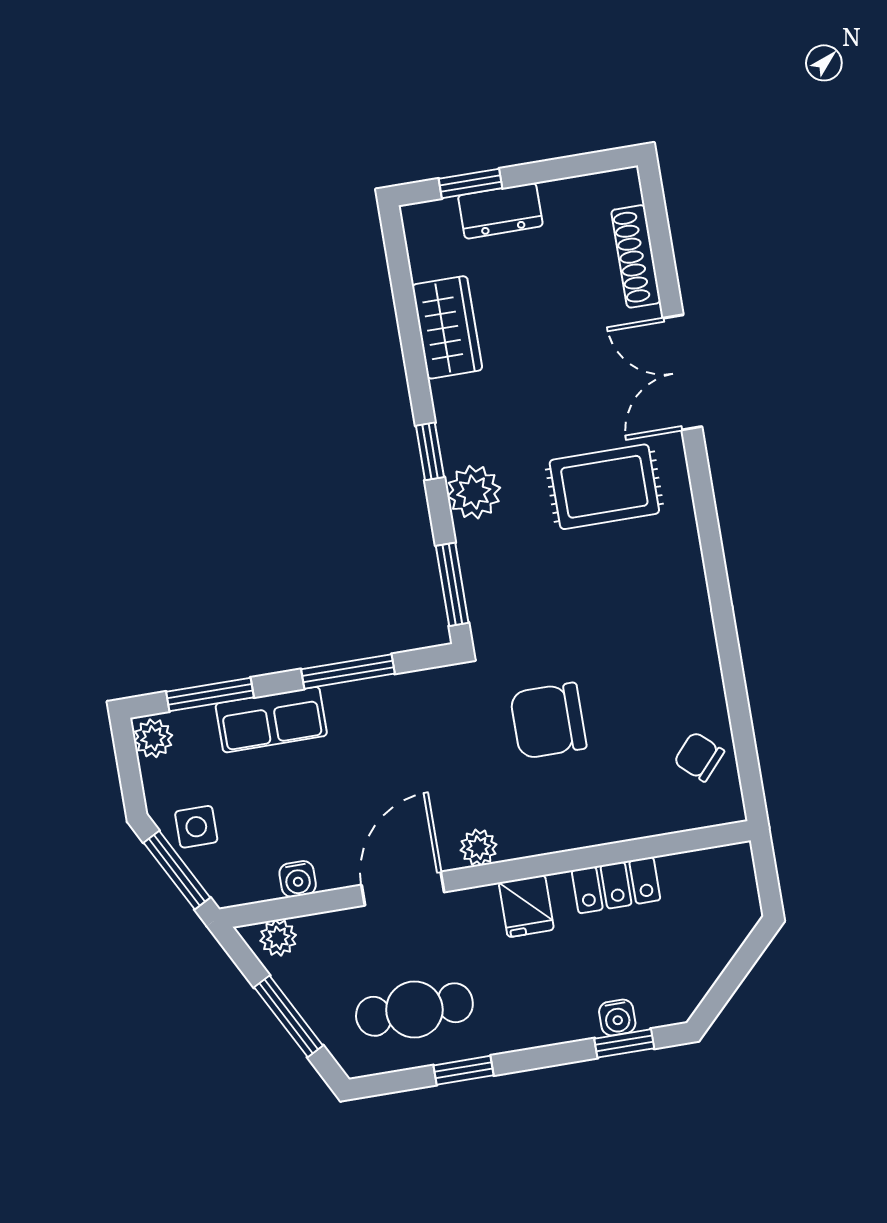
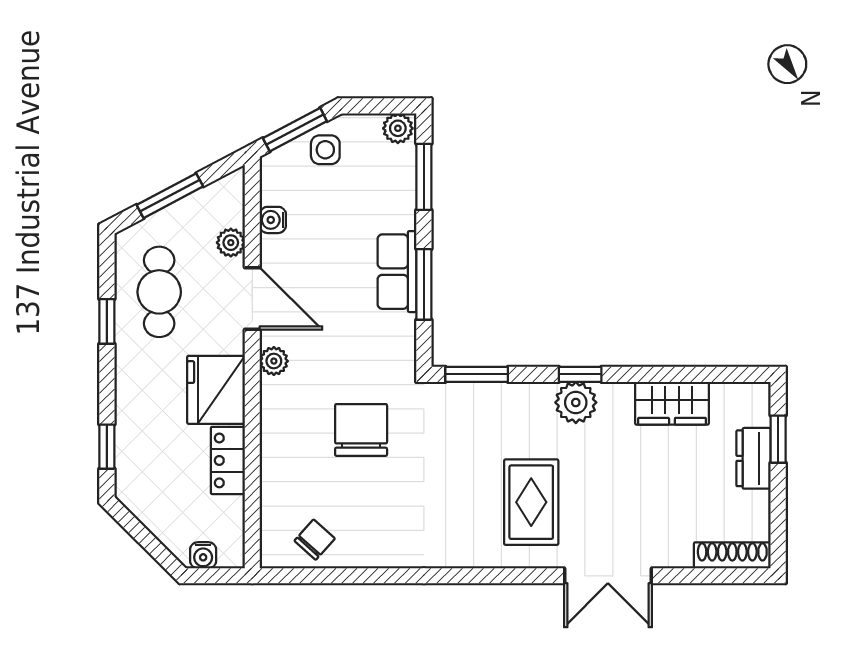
shoe rack: (636, 256) -> (732, 555), moved
double door: (682, 372) -> (608, 576), swing flipped
plant: (474, 492) -> (576, 402), moved
row of seats: (271, 720) -> (397, 272), moved
fridge: (526, 906) -> (216, 390), width x1.88, depth x1.34
plant: (278, 938) -> (231, 243), moved
water cooler: (617, 1017) -> (203, 555), moved, turned -90

